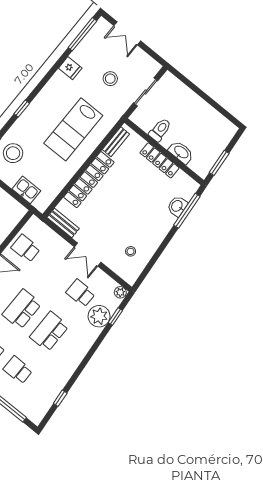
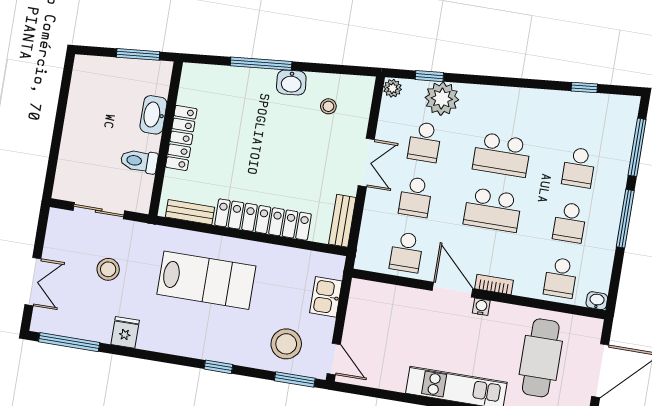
washbasin: (177, 206) -> (291, 82), moved
window: (187, 211) -> (261, 64), moved
school desk: (53, 271) -> (416, 197), added

